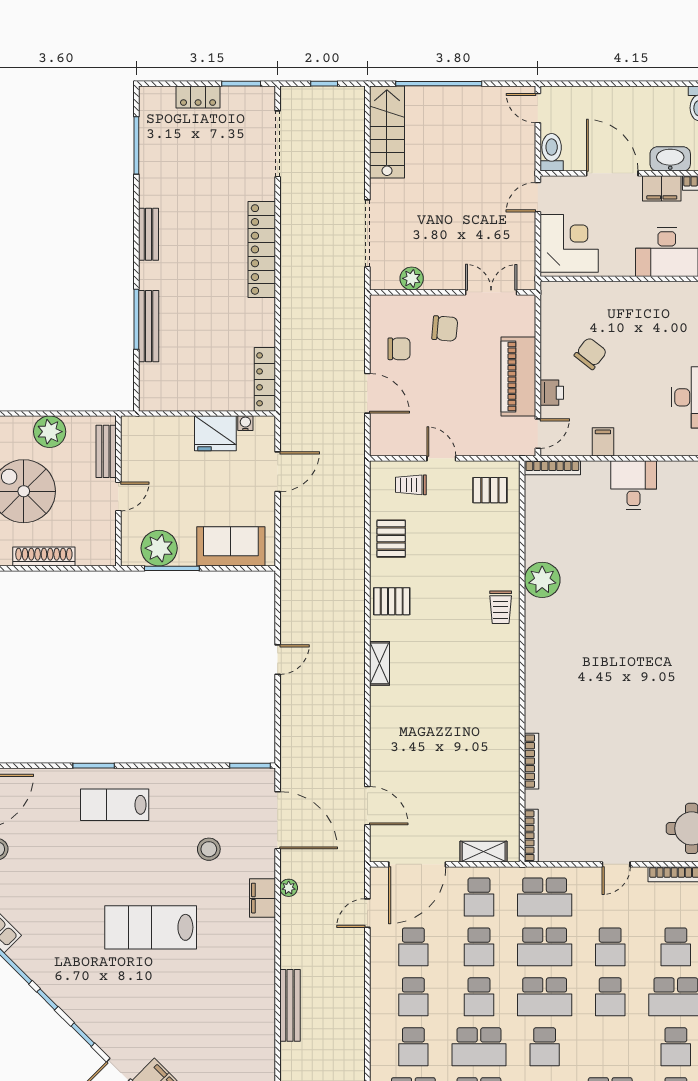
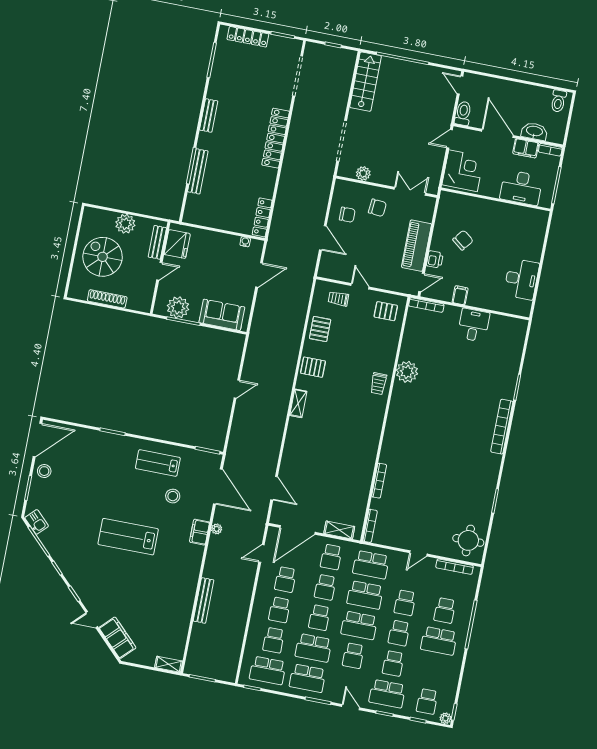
locker: (198, 97) -> (248, 37), width x1.53
fridge: (215, 433) -> (177, 244), moved, turned -90
lab bench: (115, 805) -> (158, 463), moved
school desk: (676, 1047) -> (393, 663), moved

